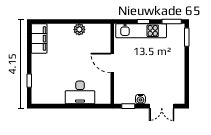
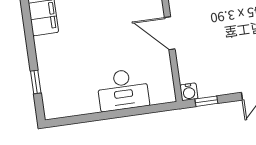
water cooler: (140, 99) -> (189, 92), moved

